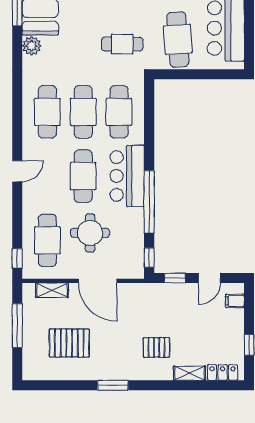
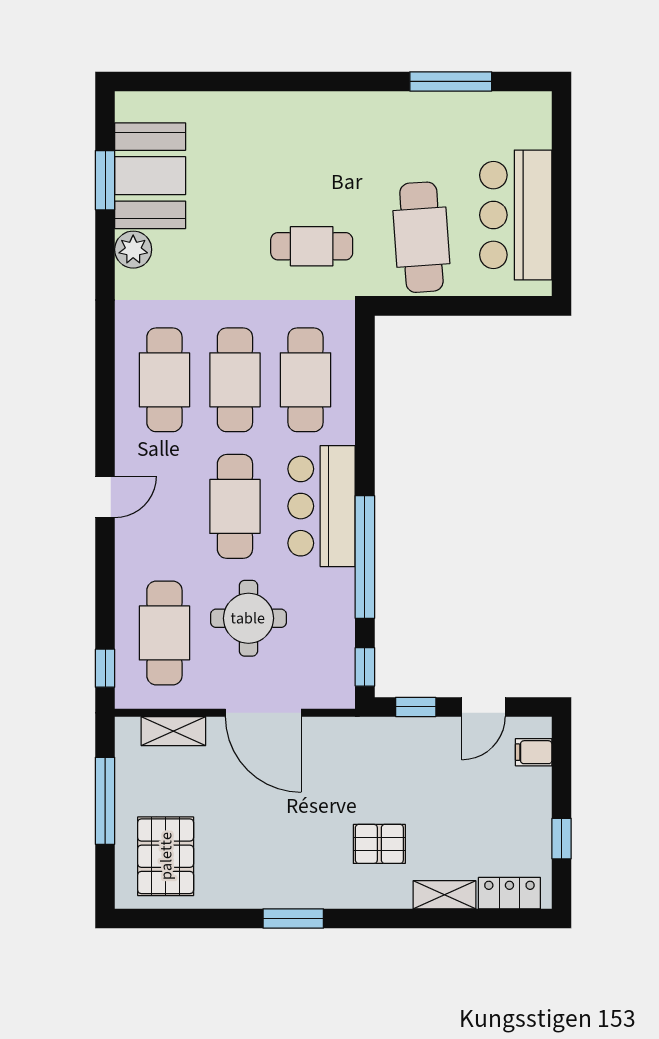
pallet: (69, 343) -> (166, 856), moved, turned 90

